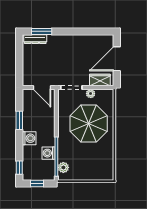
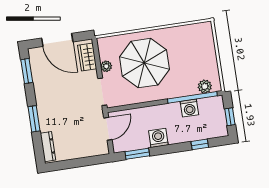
window: (42, 31) -> (34, 119), moved
window: (96, 31) -> (27, 71), added
window: (19, 120) -> (137, 154), moved
washing machine: (29, 138) -> (158, 138), moved
window: (19, 168) -> (200, 144), moved

